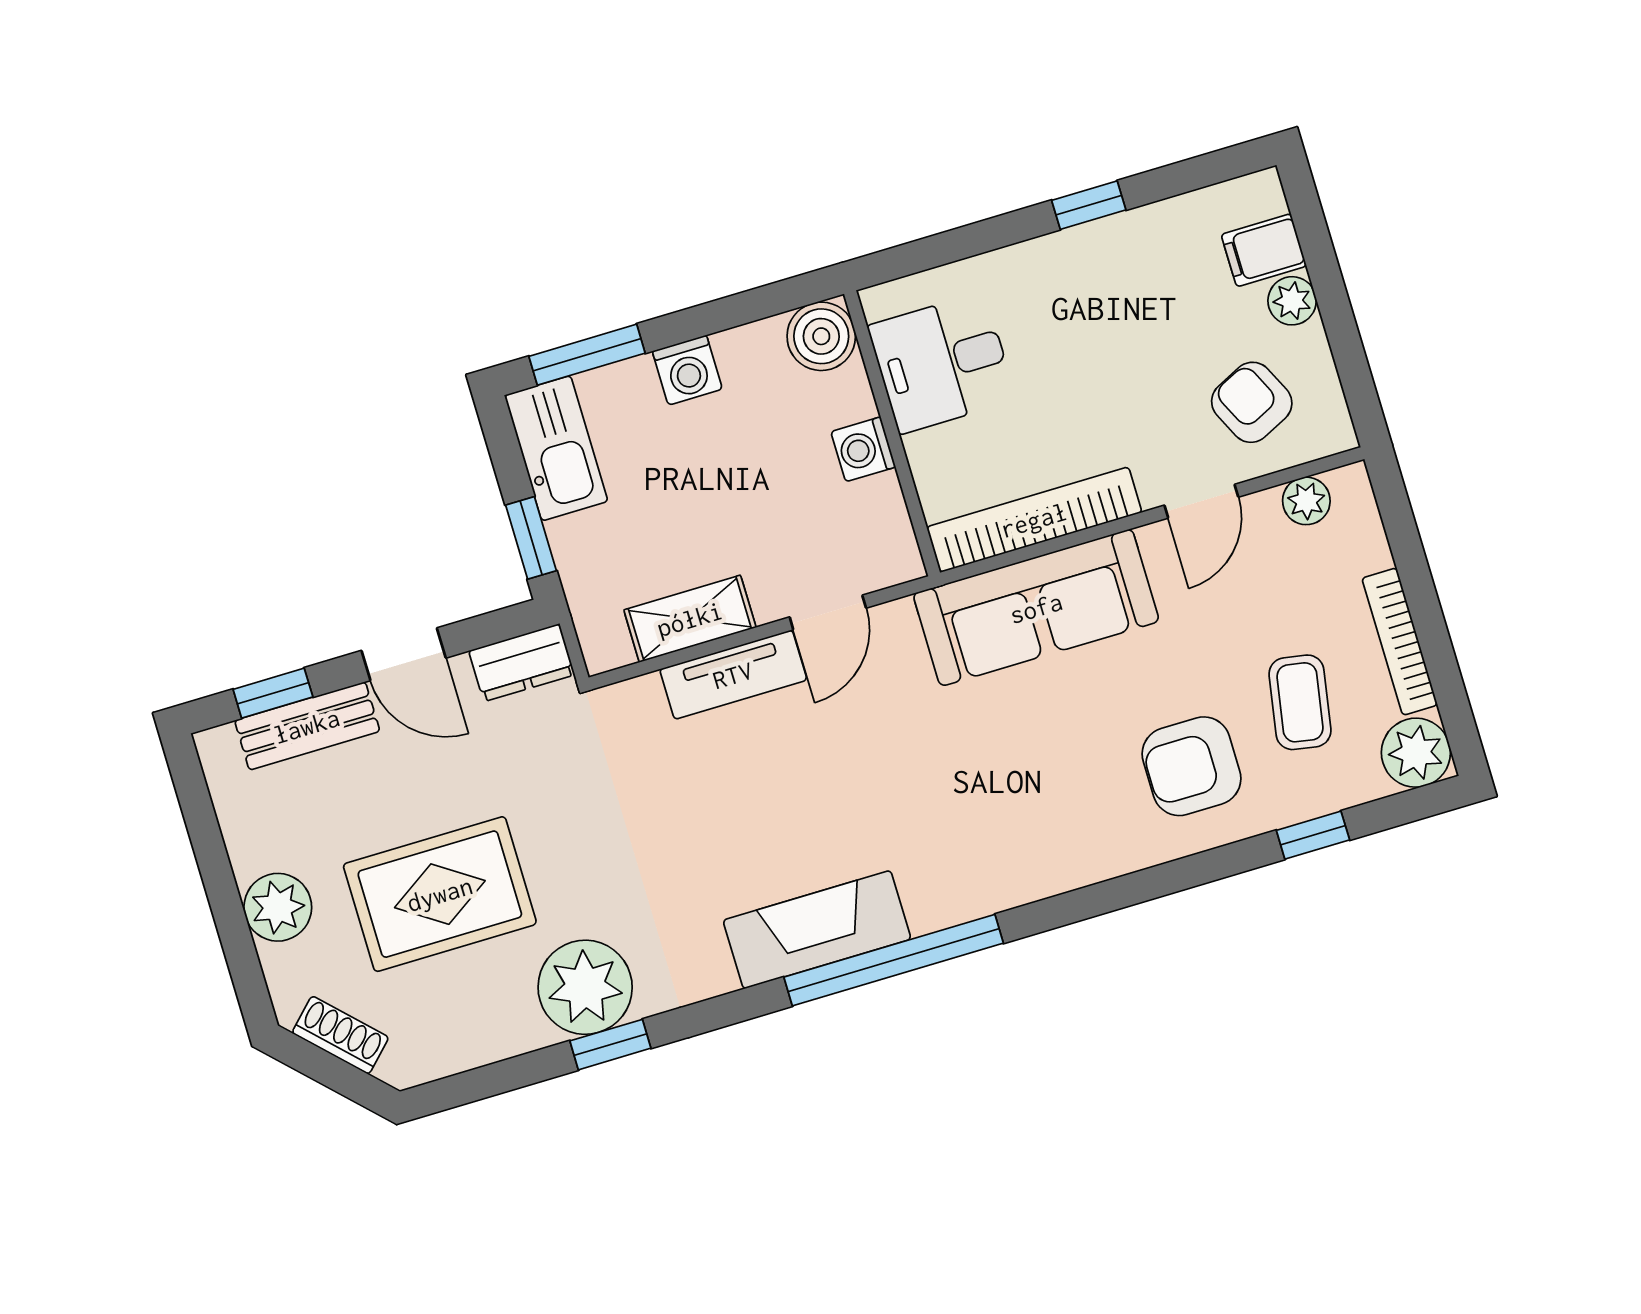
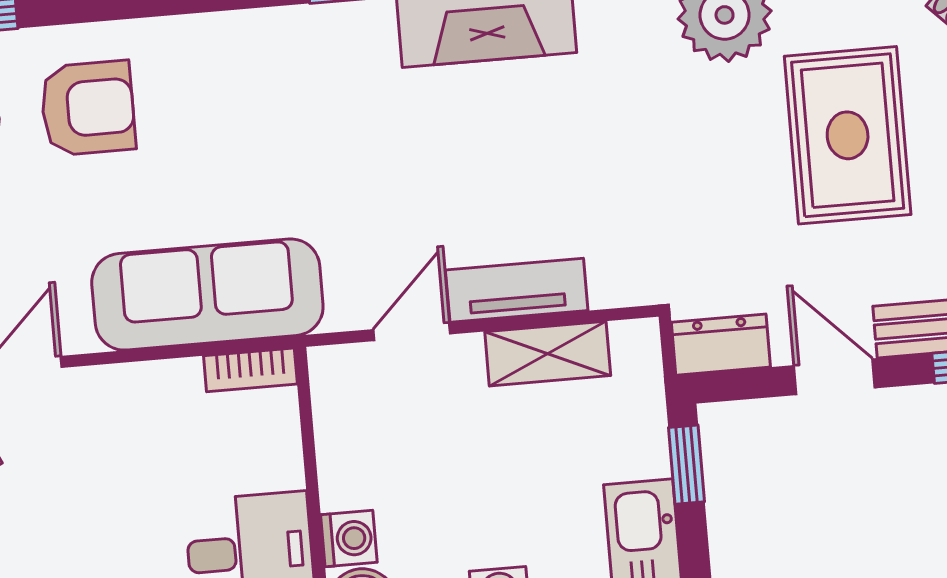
washing machine: (863, 449) -> (349, 539), moved
bookcase: (1034, 520) -> (250, 370), width x0.43, depth x0.76
rug: (440, 894) -> (848, 135), turned 90

